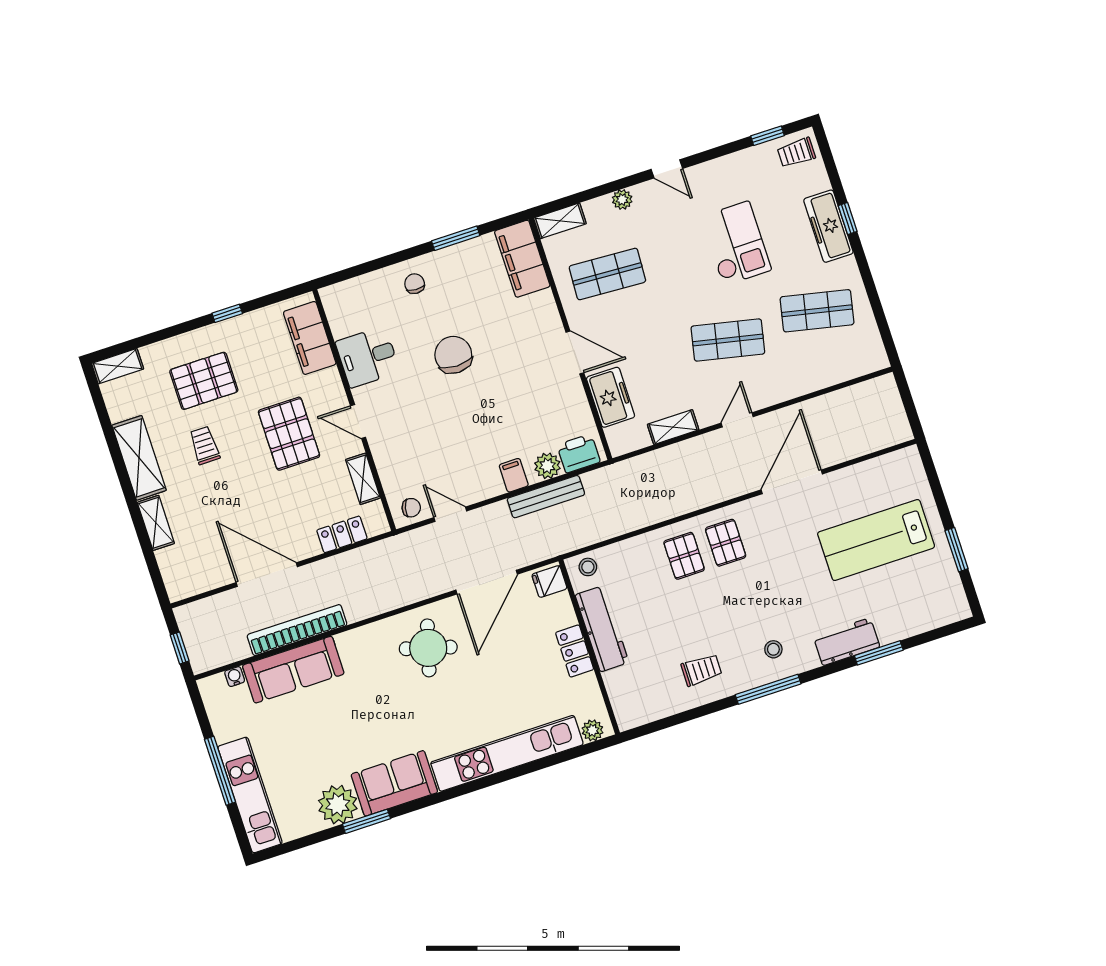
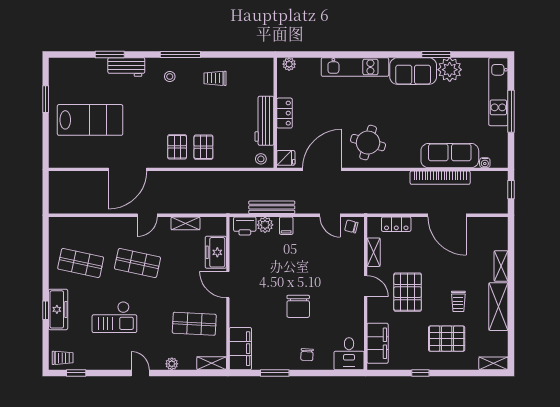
checkout: (736, 243) -> (114, 317), turned -90
desk: (368, 357) -> (349, 354), moved, turned 90
kitchen unit: (507, 753) -> (355, 67), width x0.73

